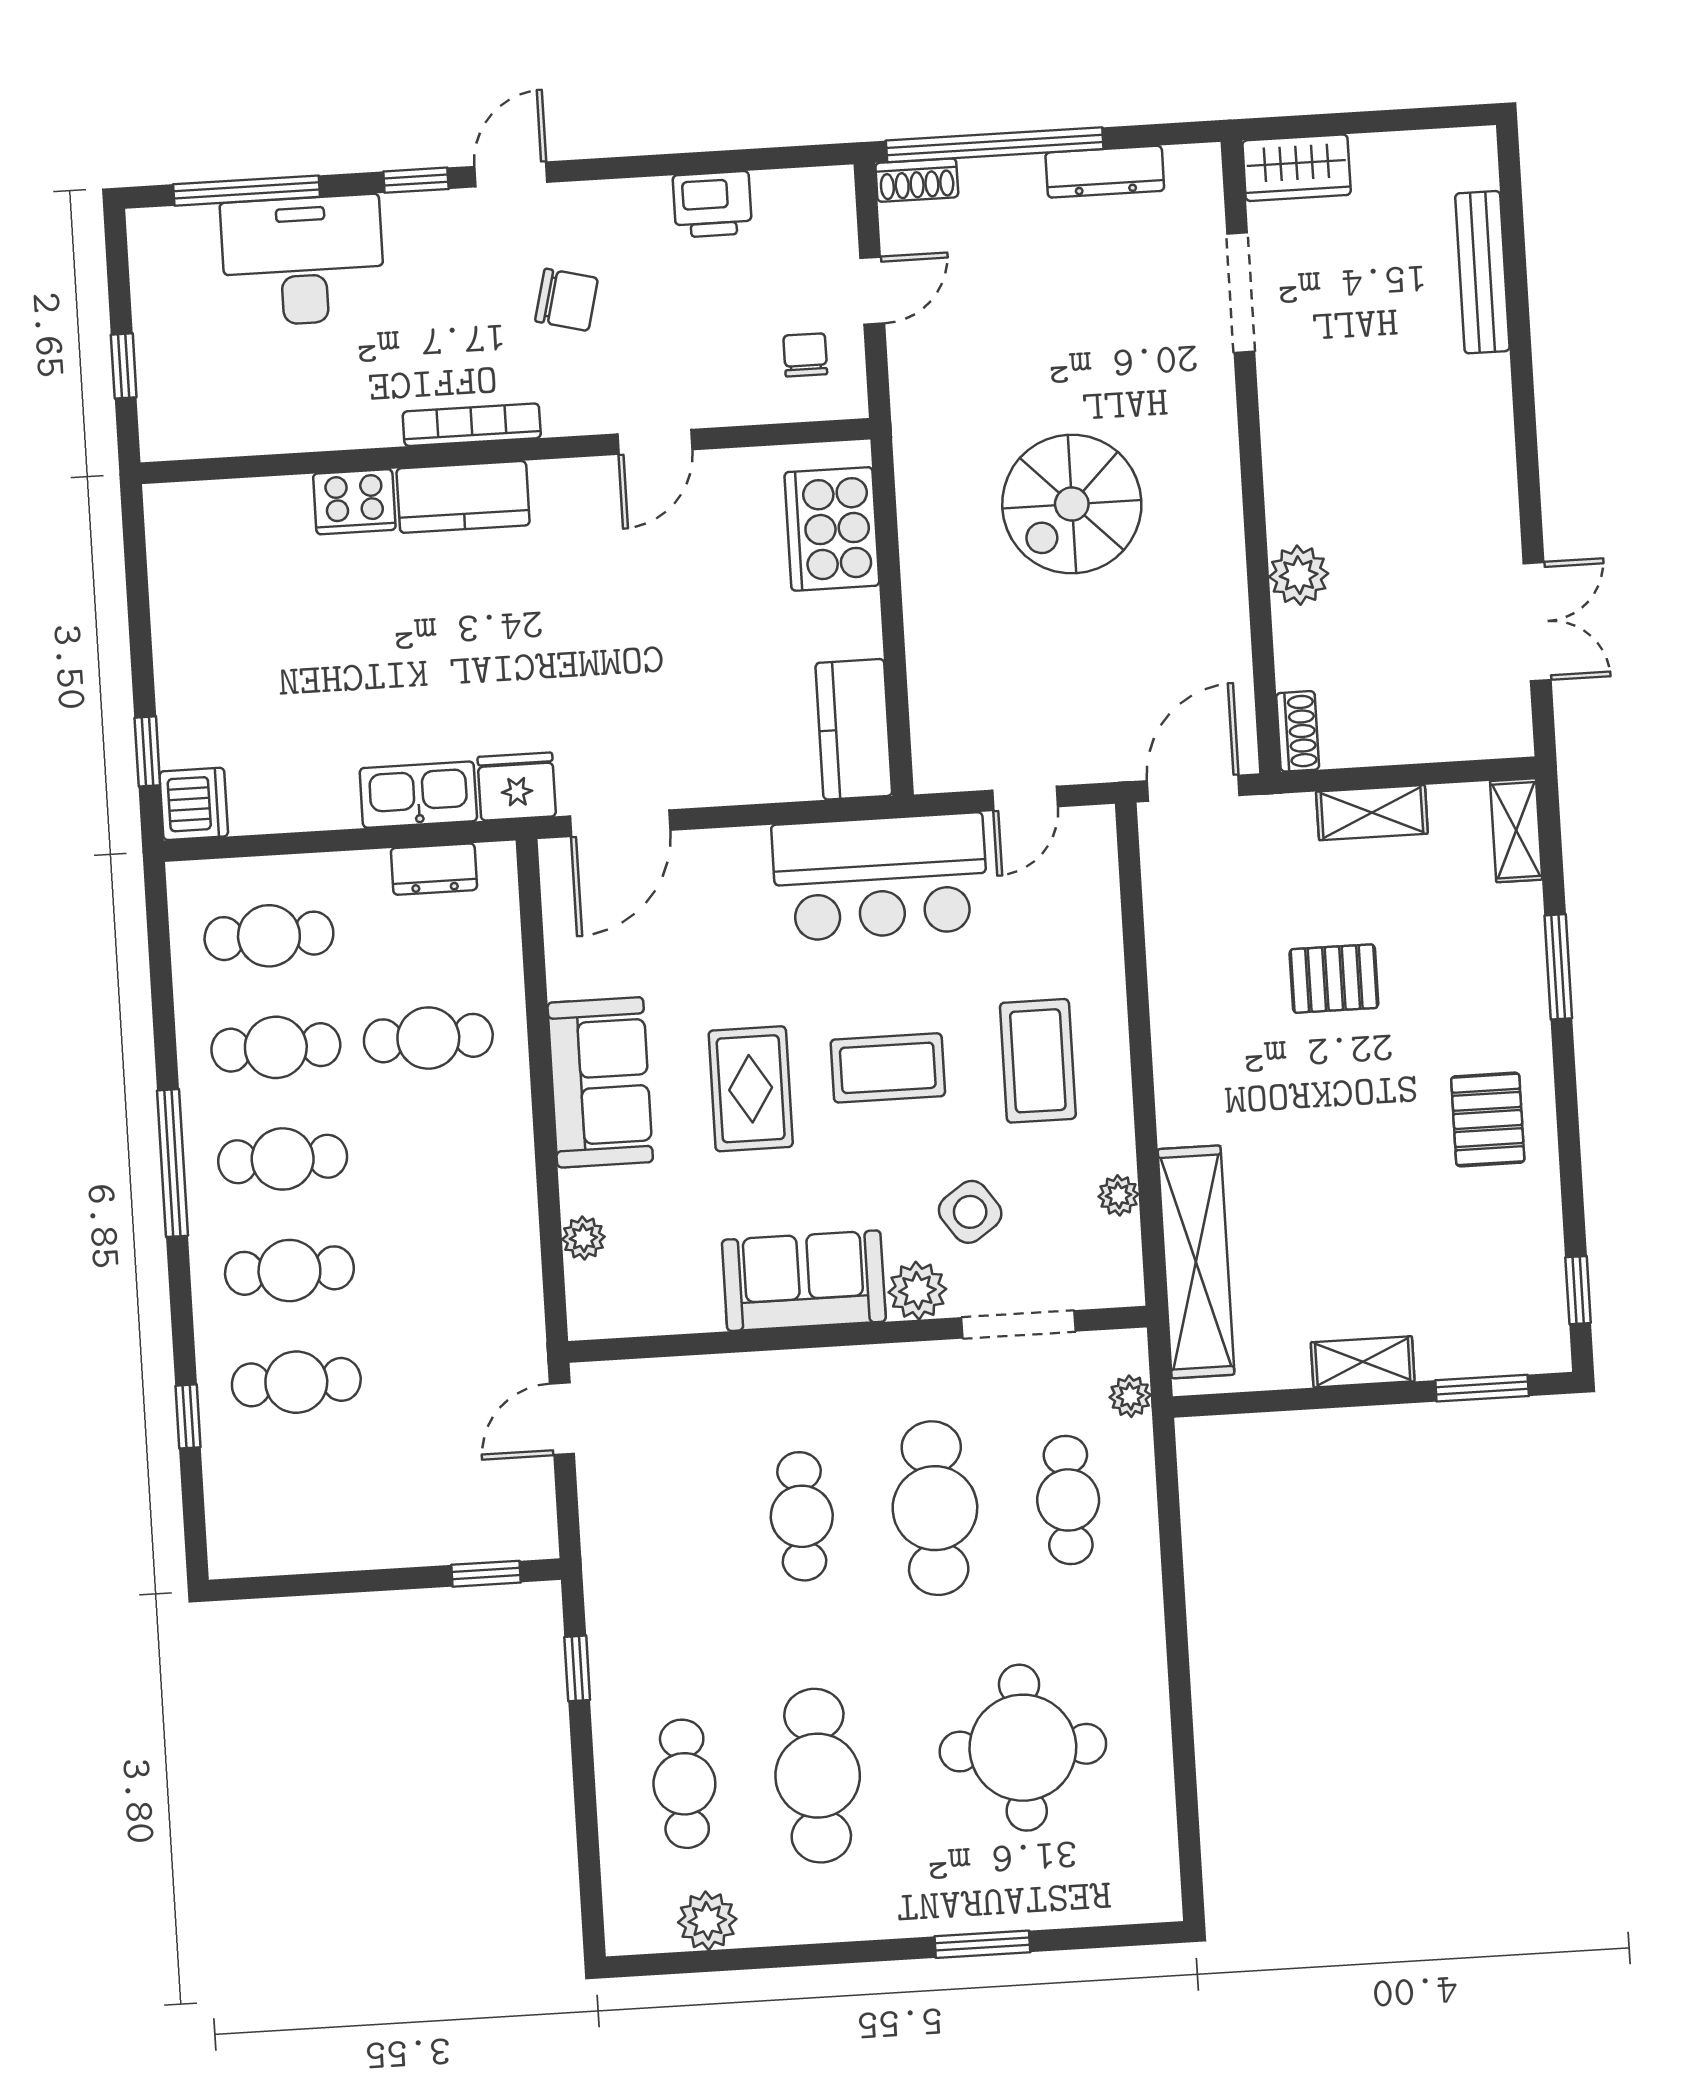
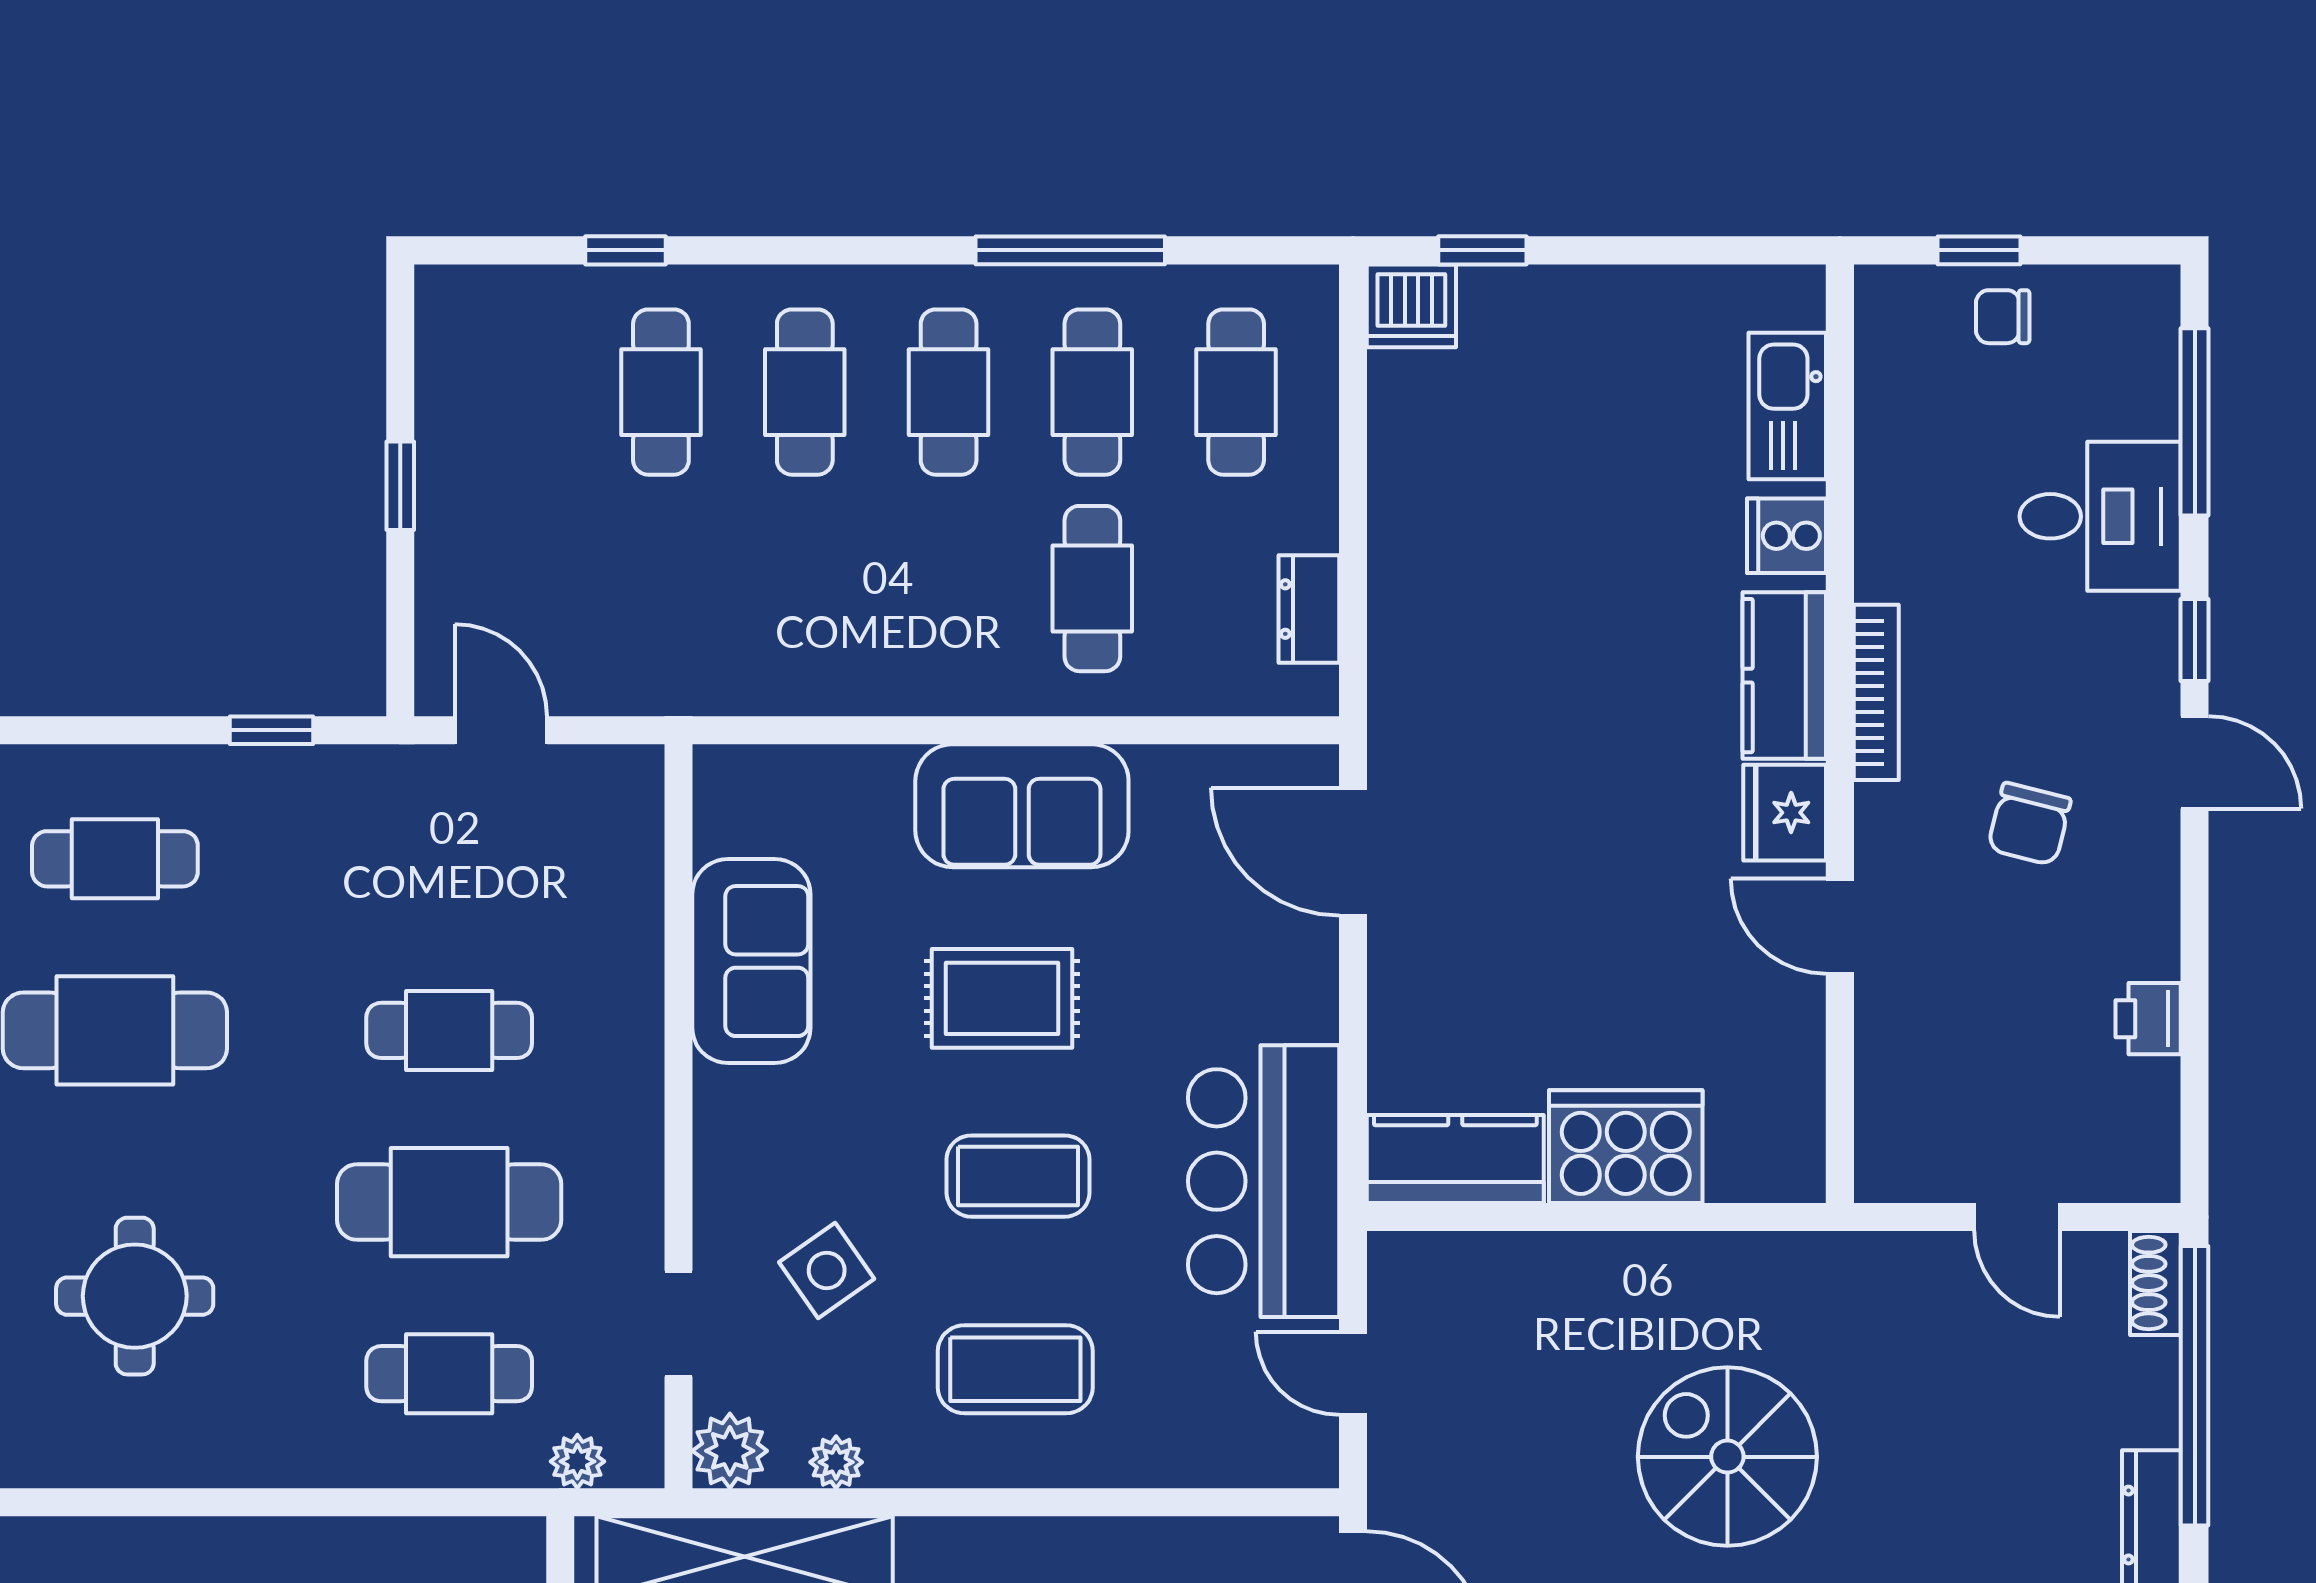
printer: (712, 204) -> (2148, 1019), width x0.73, depth x0.81
desk: (303, 261) -> (2100, 516), width x0.73
chair: (805, 355) -> (2003, 317), moved, turned 180
cooker: (354, 502) -> (1787, 536), width x0.73
cooker: (832, 529) -> (1626, 1147), moved
fridge: (517, 787) -> (1785, 813), moved, turned 180
kitchen sink: (418, 795) -> (1787, 406), moved, turned 180
coffee table: (888, 1068) -> (1018, 1176), turned 90
window: (172, 1163) -> (1070, 250), moved
plant: (583, 1238) -> (823, 772), removed
sofa: (804, 1281) -> (751, 961), moved
plant: (917, 1291) -> (730, 1451), moved
doorway: (1018, 1324) -> (678, 1324), width x0.73
door: (562, 1419) -> (501, 730), moved
window: (486, 1574) -> (400, 486), moved
round table: (1023, 1748) -> (135, 1296), width x0.73, depth x0.73

